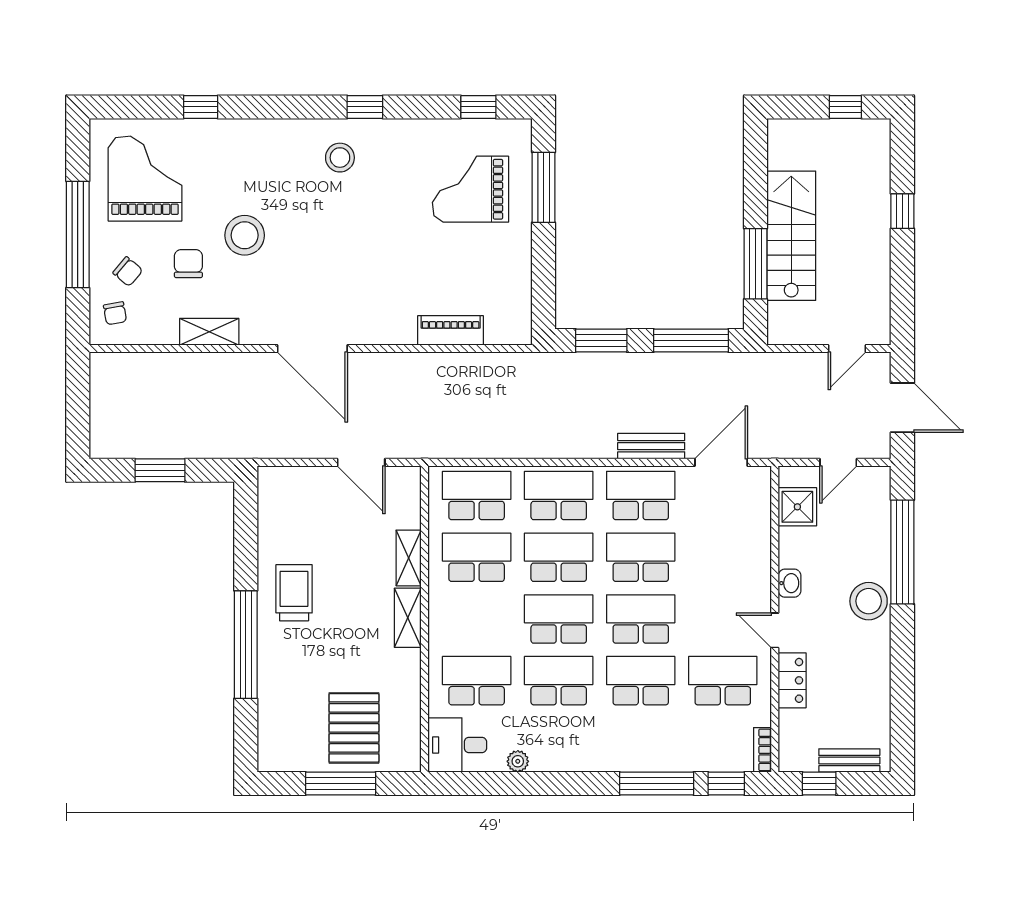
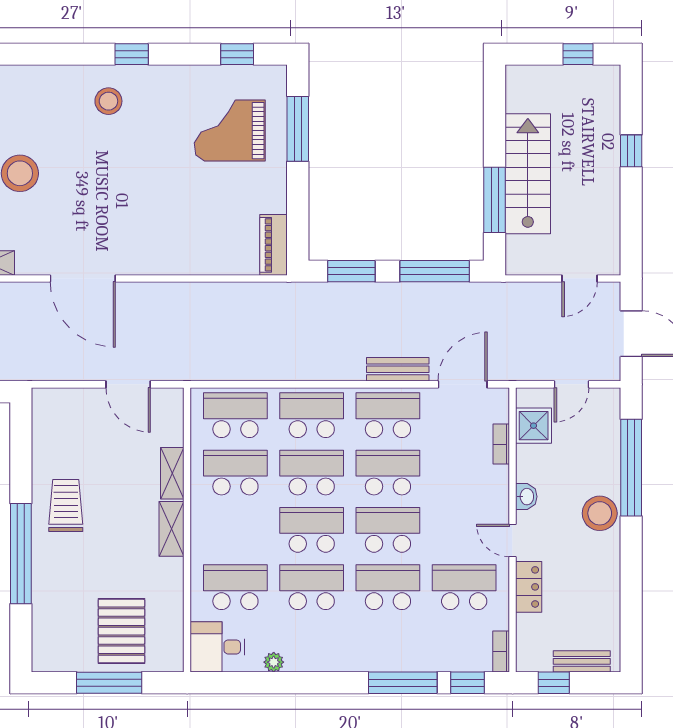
piano: (451, 330) -> (273, 245), moved, turned -90
bookcase: (763, 527) -> (501, 444), added

